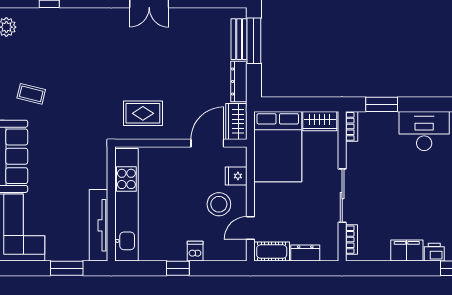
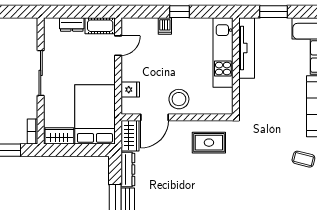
stool: (219, 204) -> (179, 99), moved
kitchen unit: (126, 205) -> (223, 52), width x0.73
bookcase: (351, 240) -> (33, 36), removed

